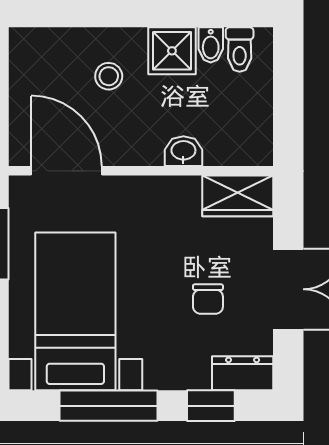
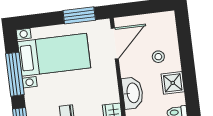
bidet: (211, 45) -> (177, 99), removed
washbasin: (183, 151) -> (133, 93), width x1.91, depth x1.45

